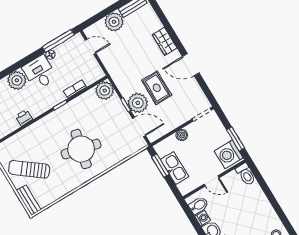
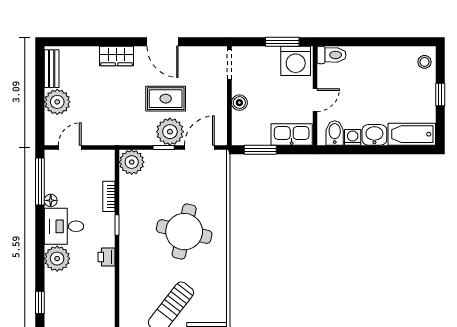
door: (191, 65) -> (163, 42), hinge flipped
printer: (24, 118) -> (107, 257), moved
kitchen sink: (175, 168) -> (292, 135), moved

